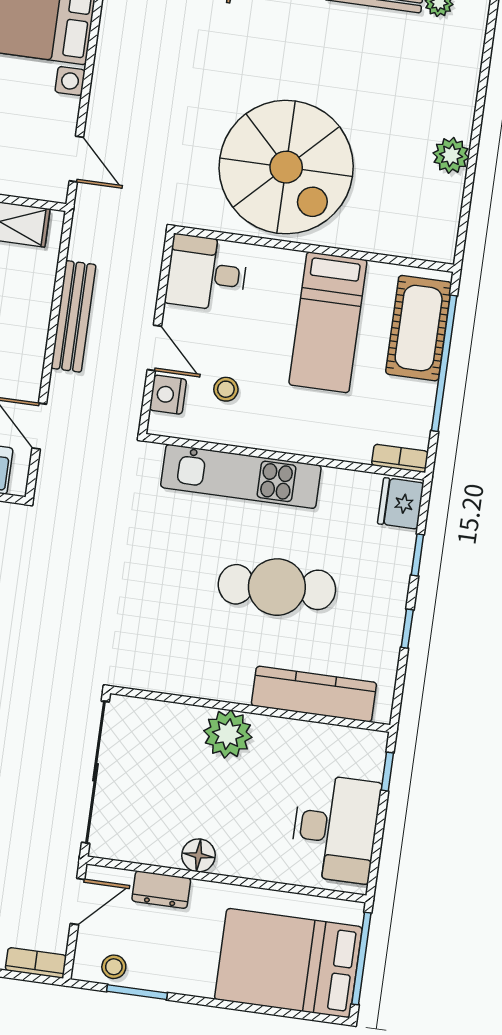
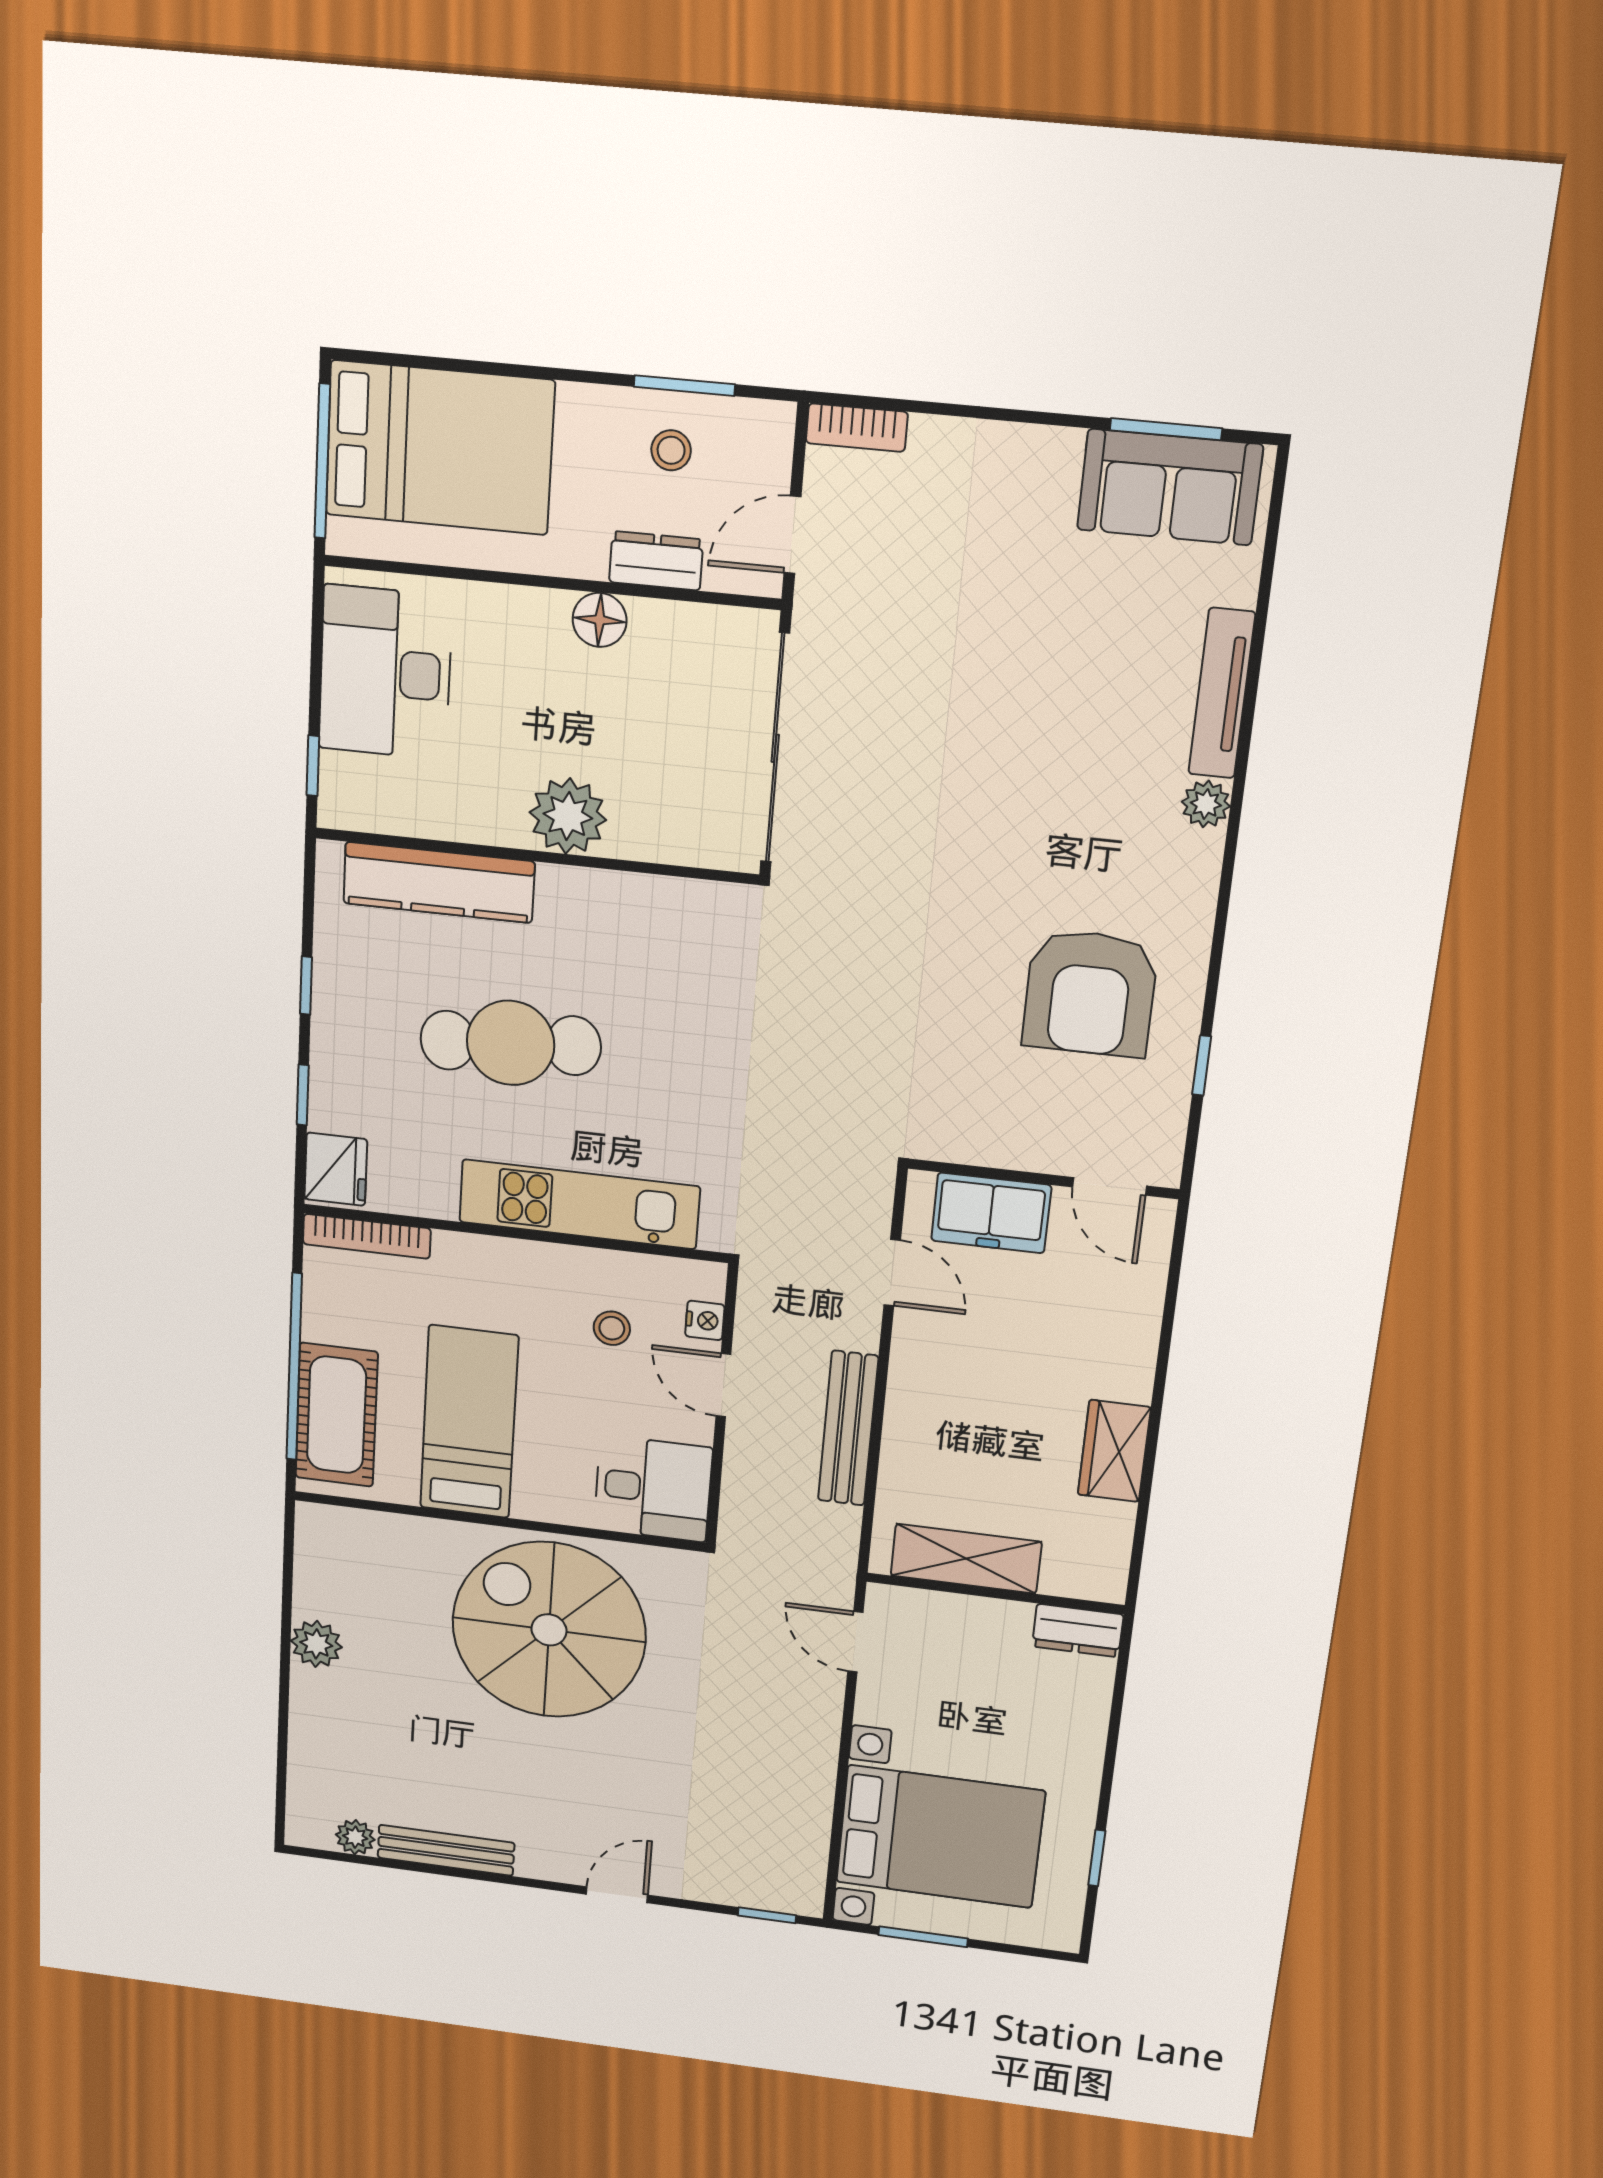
nightstand: (168, 395) -> (705, 1320), width x0.72, depth x0.74
bookcase: (400, 458) -> (367, 1236), width x1.56
stool: (114, 967) -> (671, 450), moved

